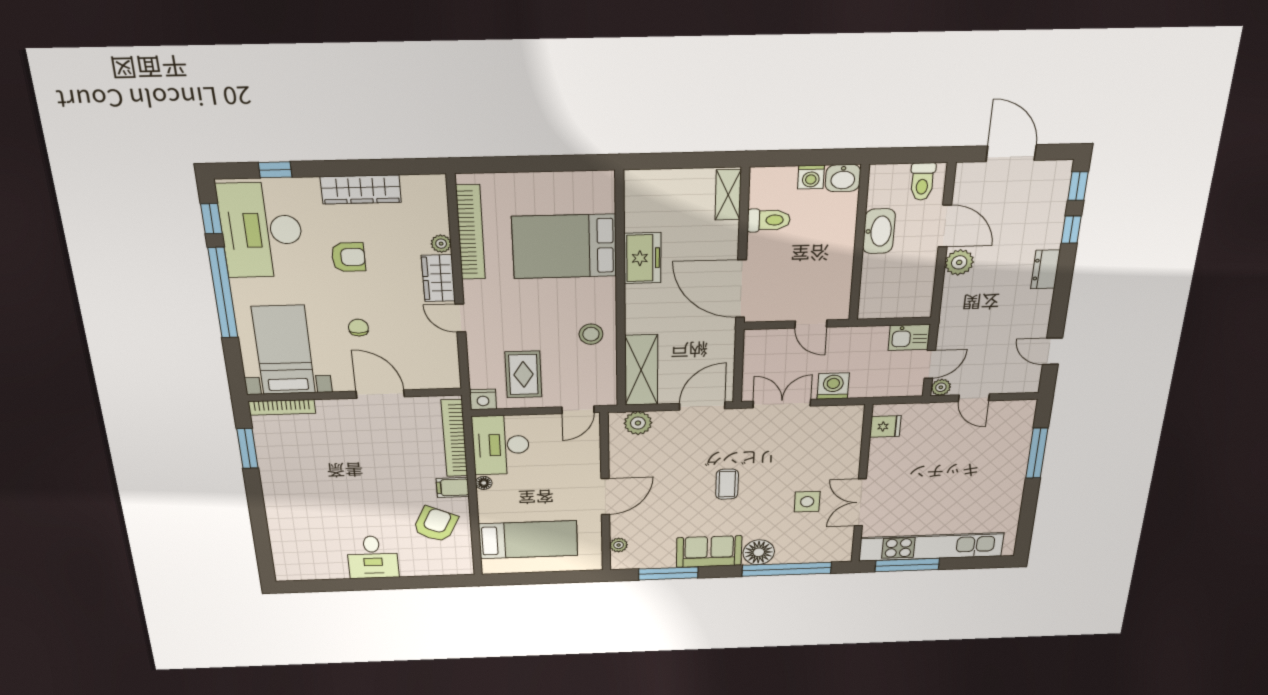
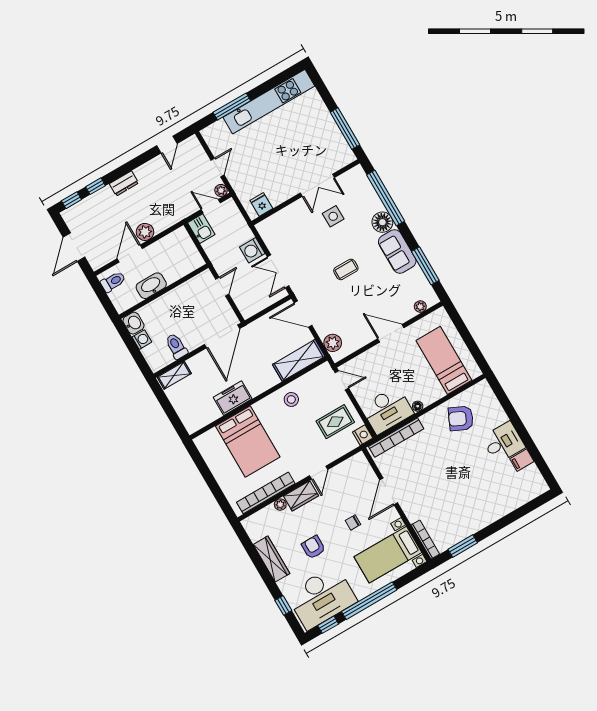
filing cabinet: (453, 487) -> (522, 460), moved, turned 90
kitchen unit: (931, 547) -> (269, 102), moved, turned -90

